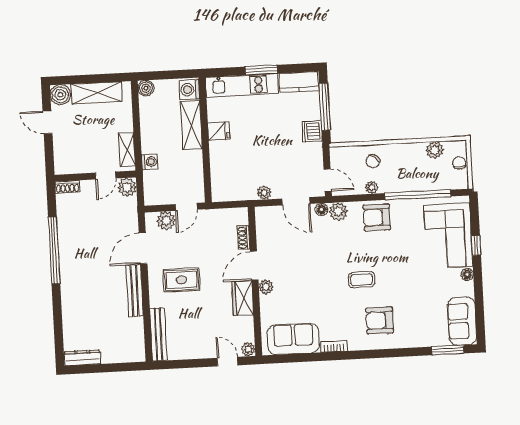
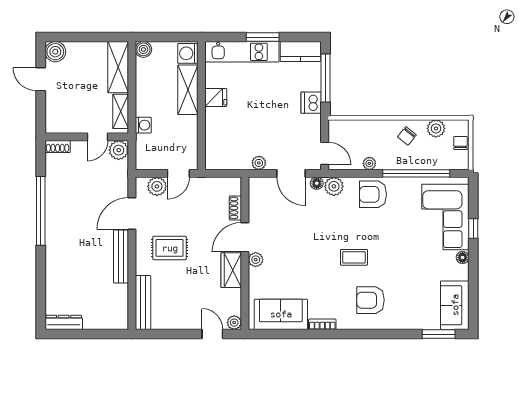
shelving: (97, 93) -> (118, 67), moved, turned 90
chair: (373, 161) -> (407, 136), moved

